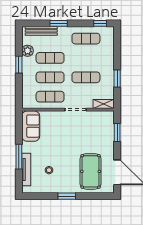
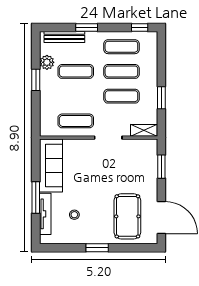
exercise mat: (50, 77) -> (121, 71), moved
sofa: (31, 126) -> (51, 166), width x1.36

